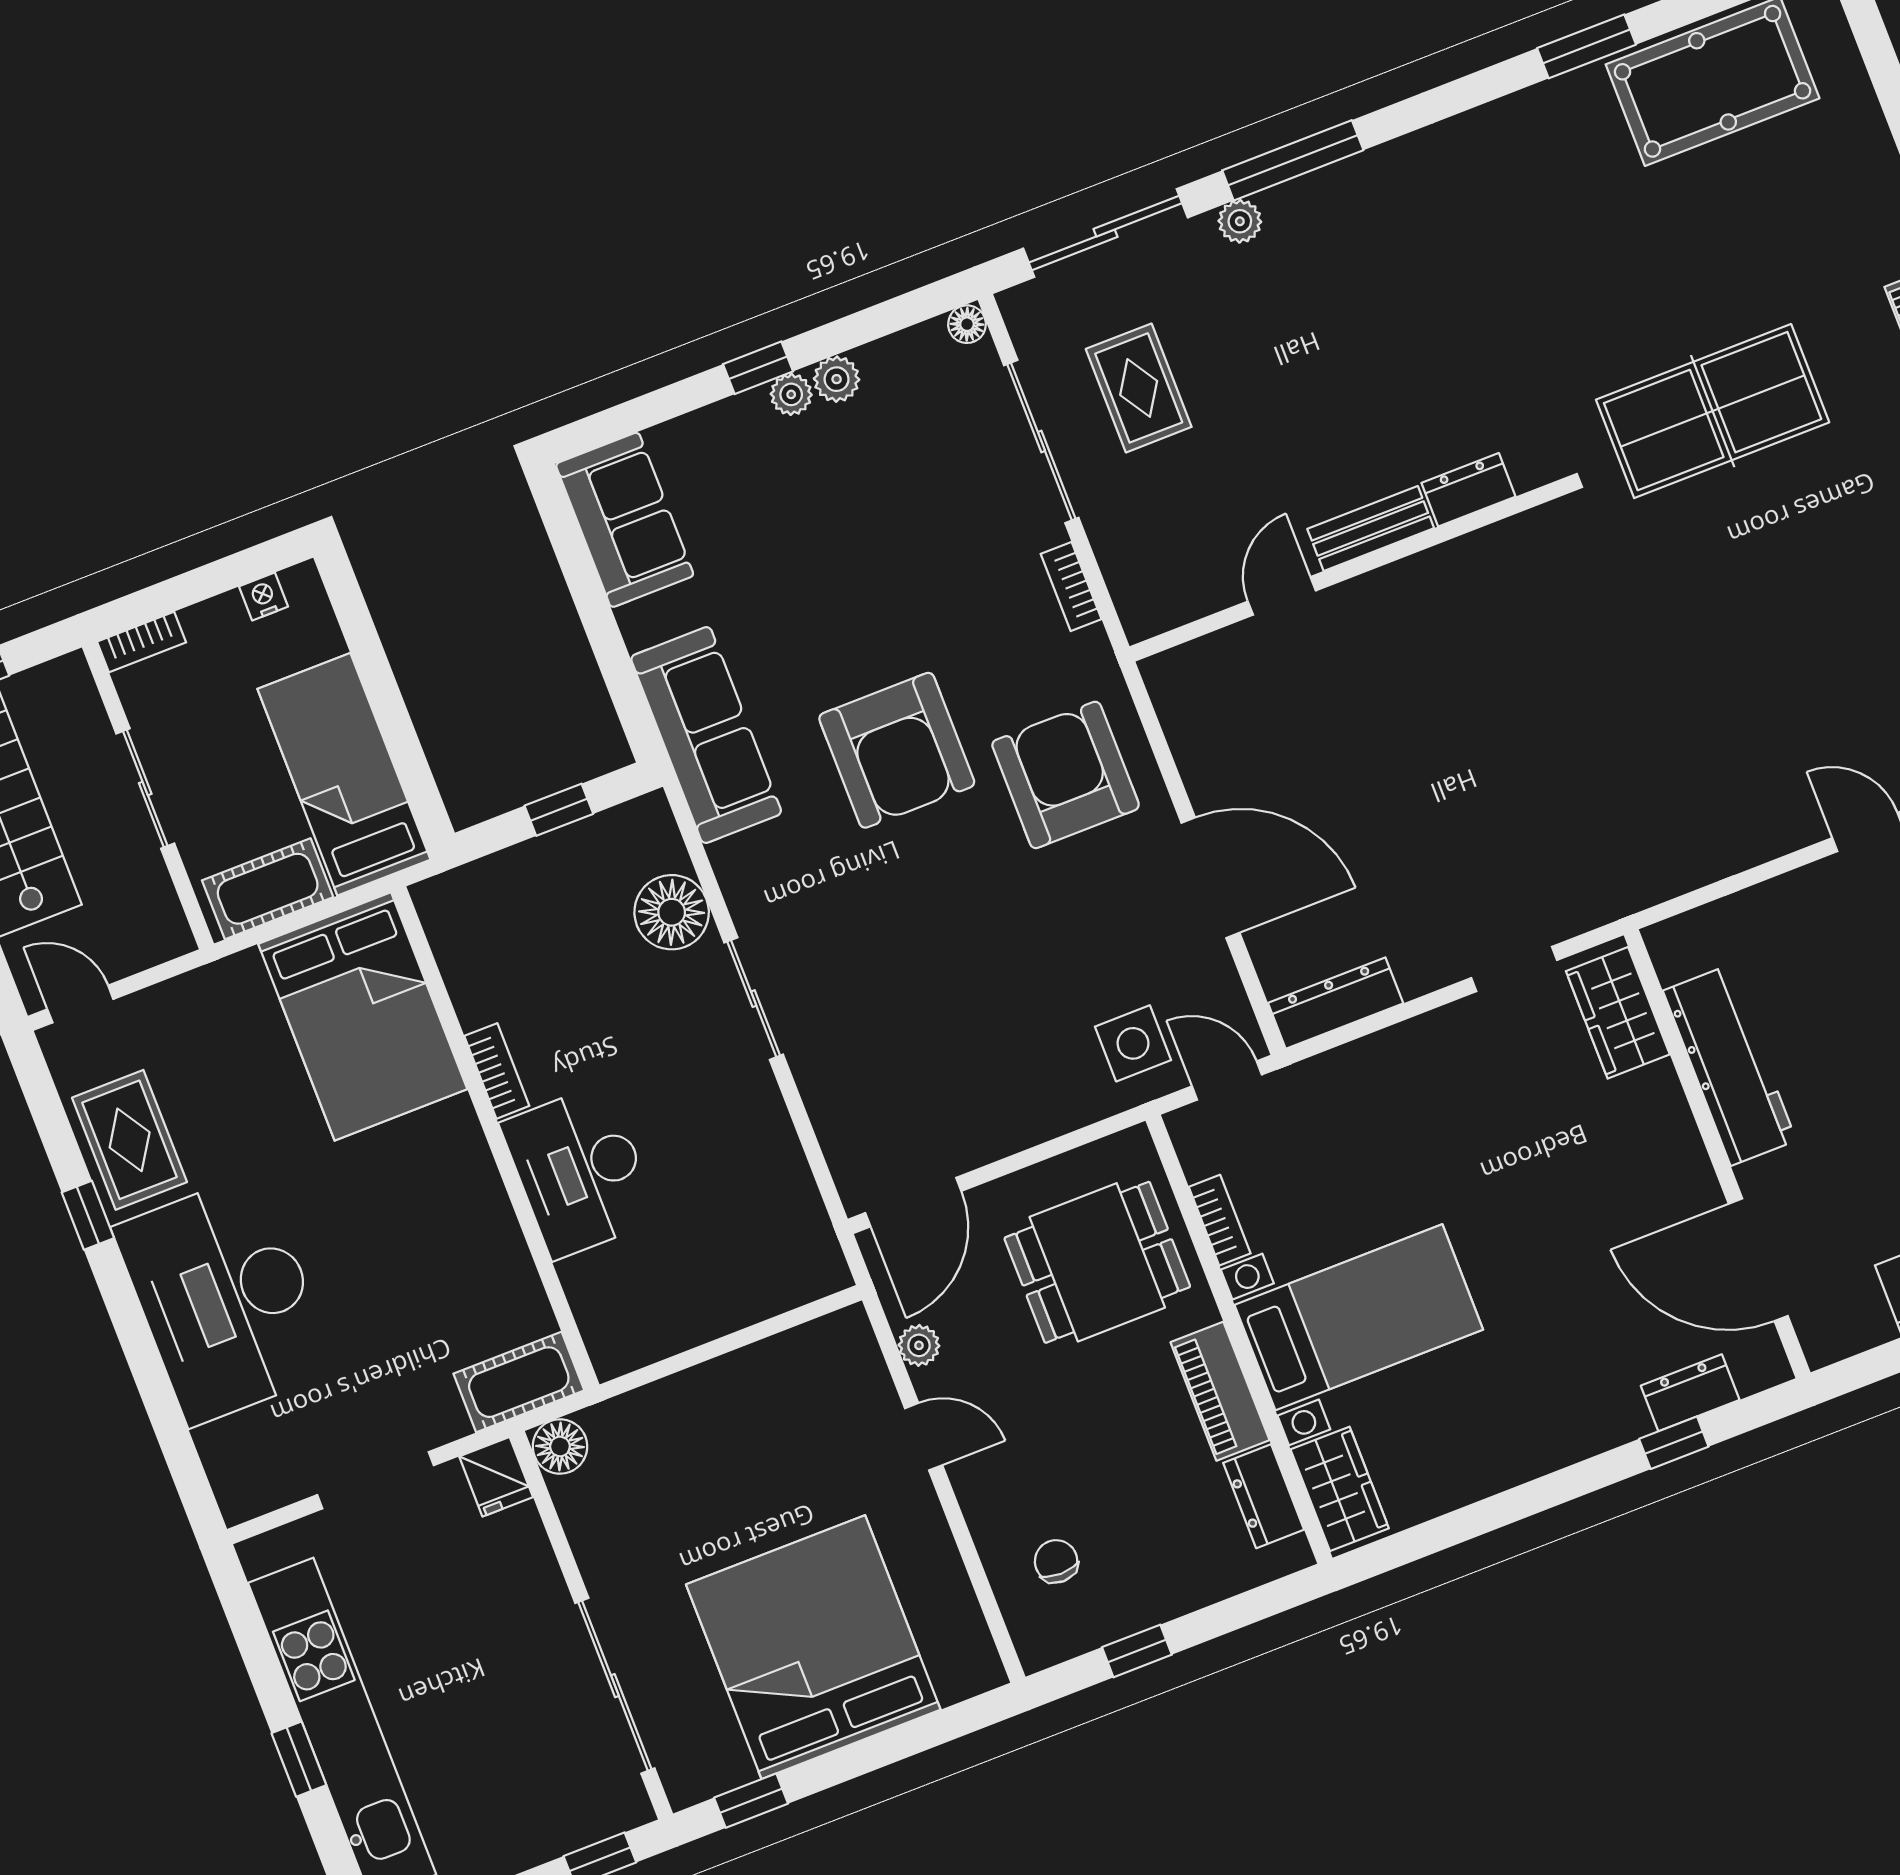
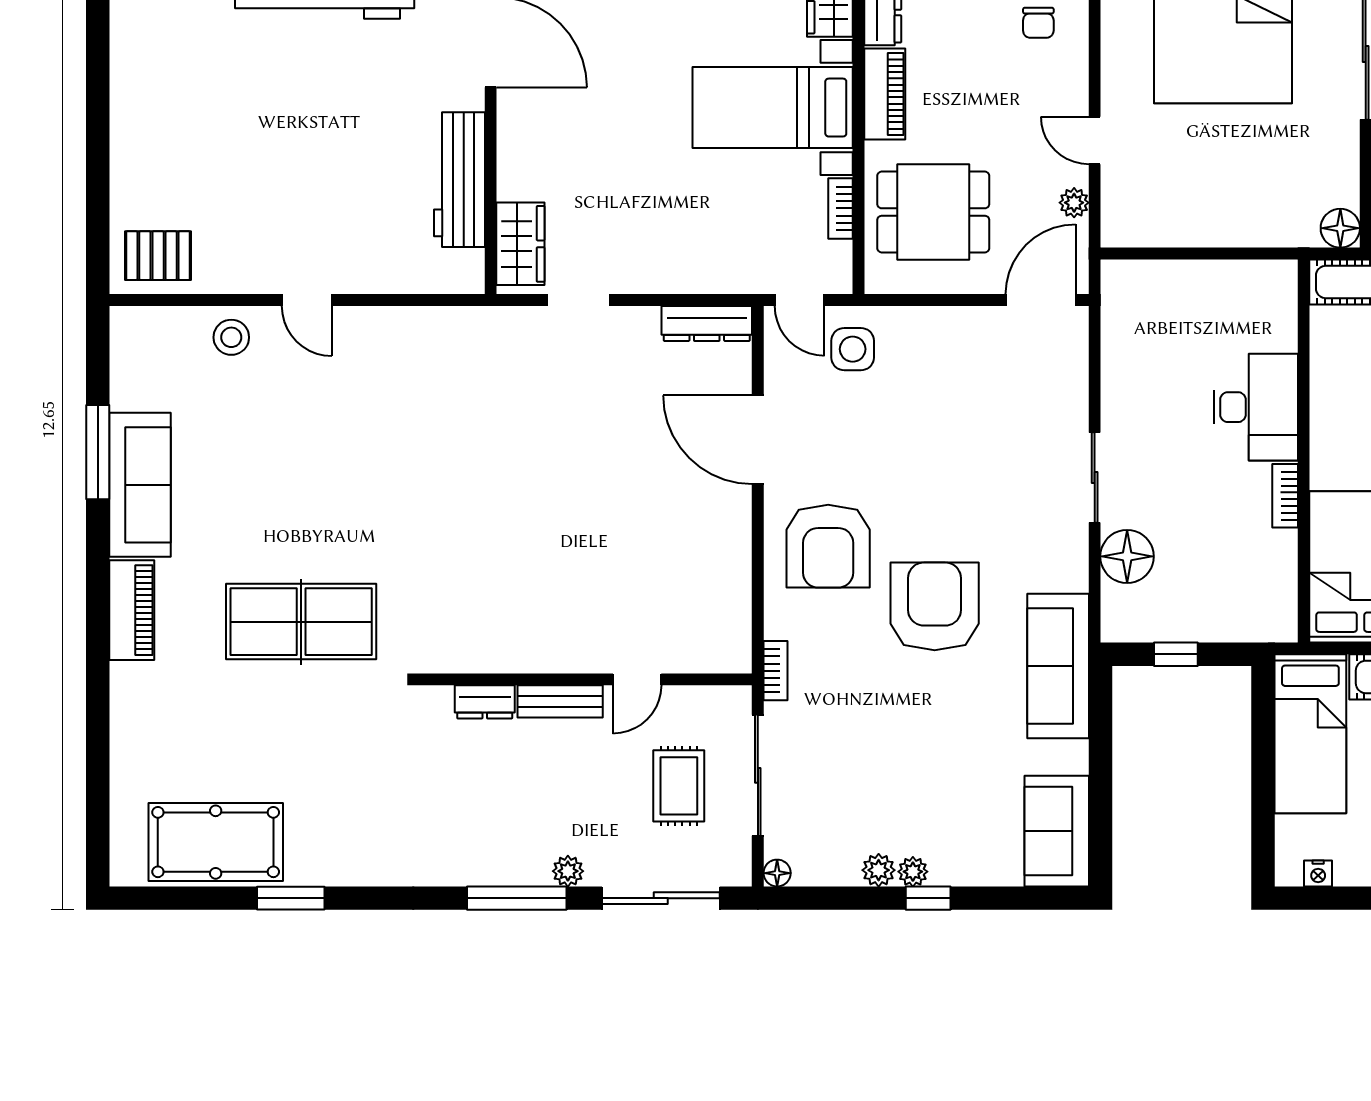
dresser: (1468, 490) -> (485, 702), moved
bench: (1371, 528) -> (560, 701), moved
wall: (1349, 570) -> (586, 679), moved
door: (1282, 596) -> (637, 679), moved

